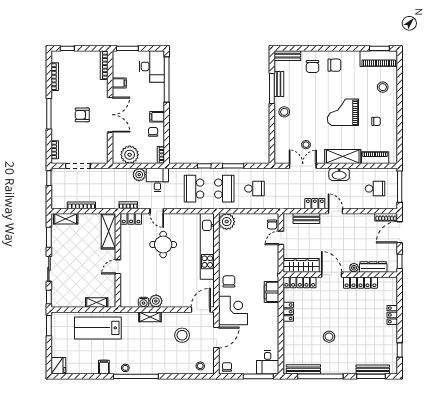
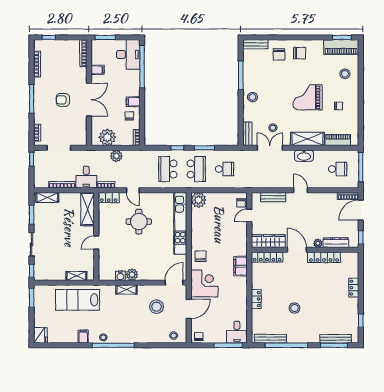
bench: (279, 84) -> (247, 134), moved
desk: (157, 180) -> (86, 177), moved, turned 180
locker: (315, 204) -> (281, 183), removed
locker: (288, 312) -> (256, 299), moved

